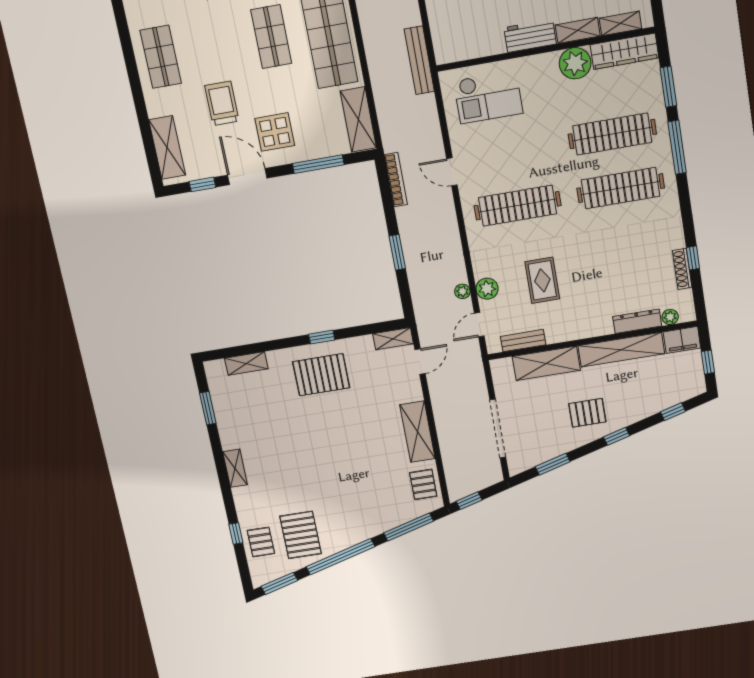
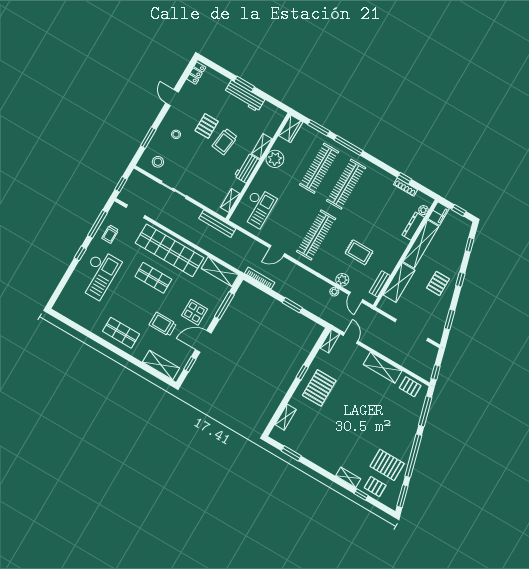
shelving: (620, 23) -> (230, 201), moved
wardrobe: (624, 51) -> (291, 129), width x0.67
shelving: (235, 468) -> (348, 477), moved

